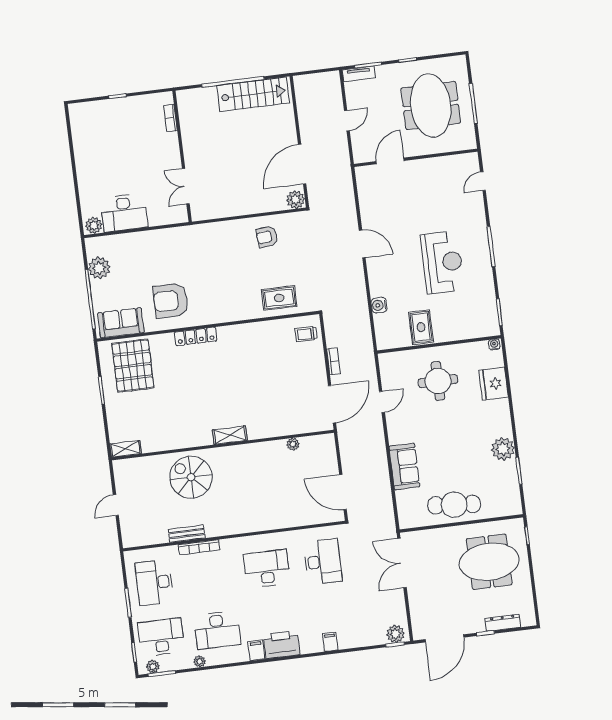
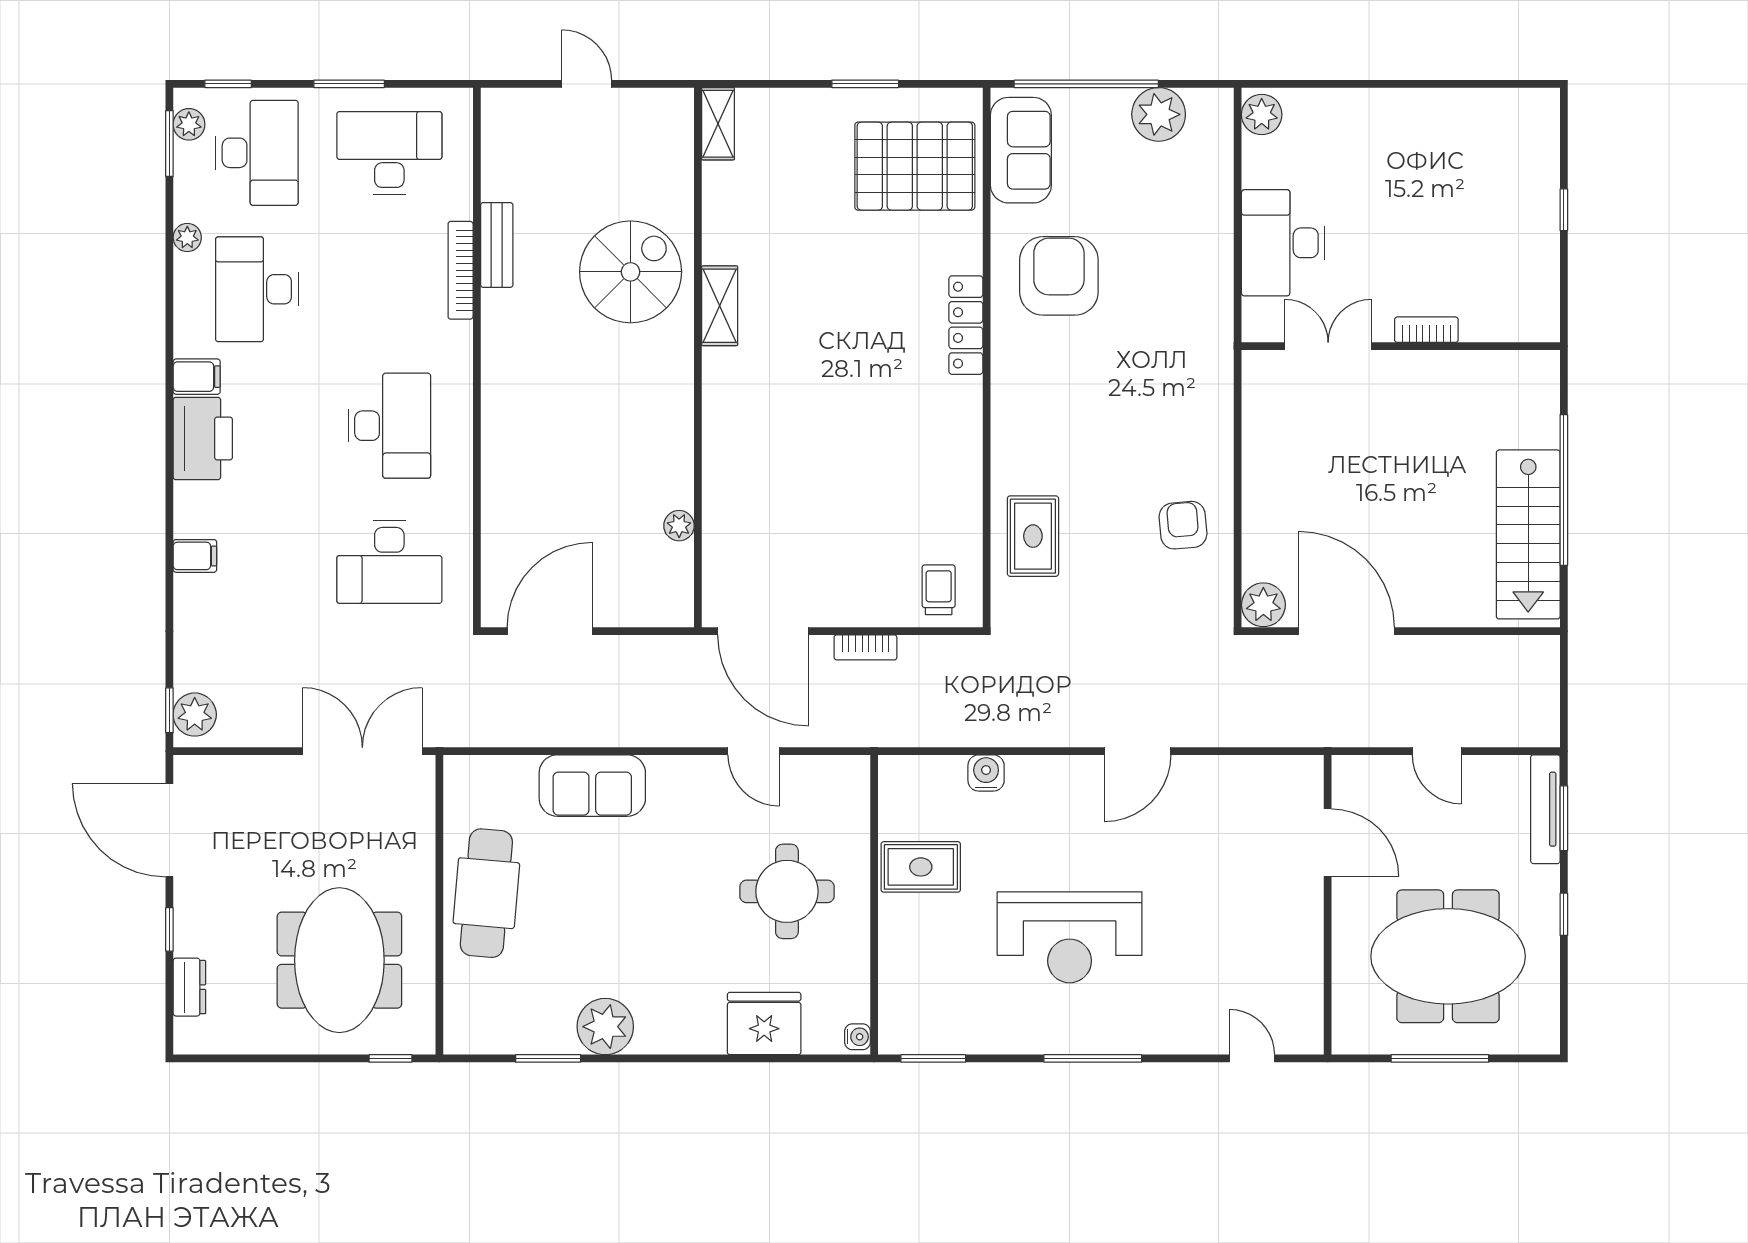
tv unit: (359, 74) -> (1545, 809), width x1.41
bookcase: (170, 118) -> (1426, 330), moved
desk: (124, 213) -> (1283, 243), moved
shelving: (230, 435) -> (720, 306), moved
dresser: (503, 623) -> (189, 987), width x0.70

